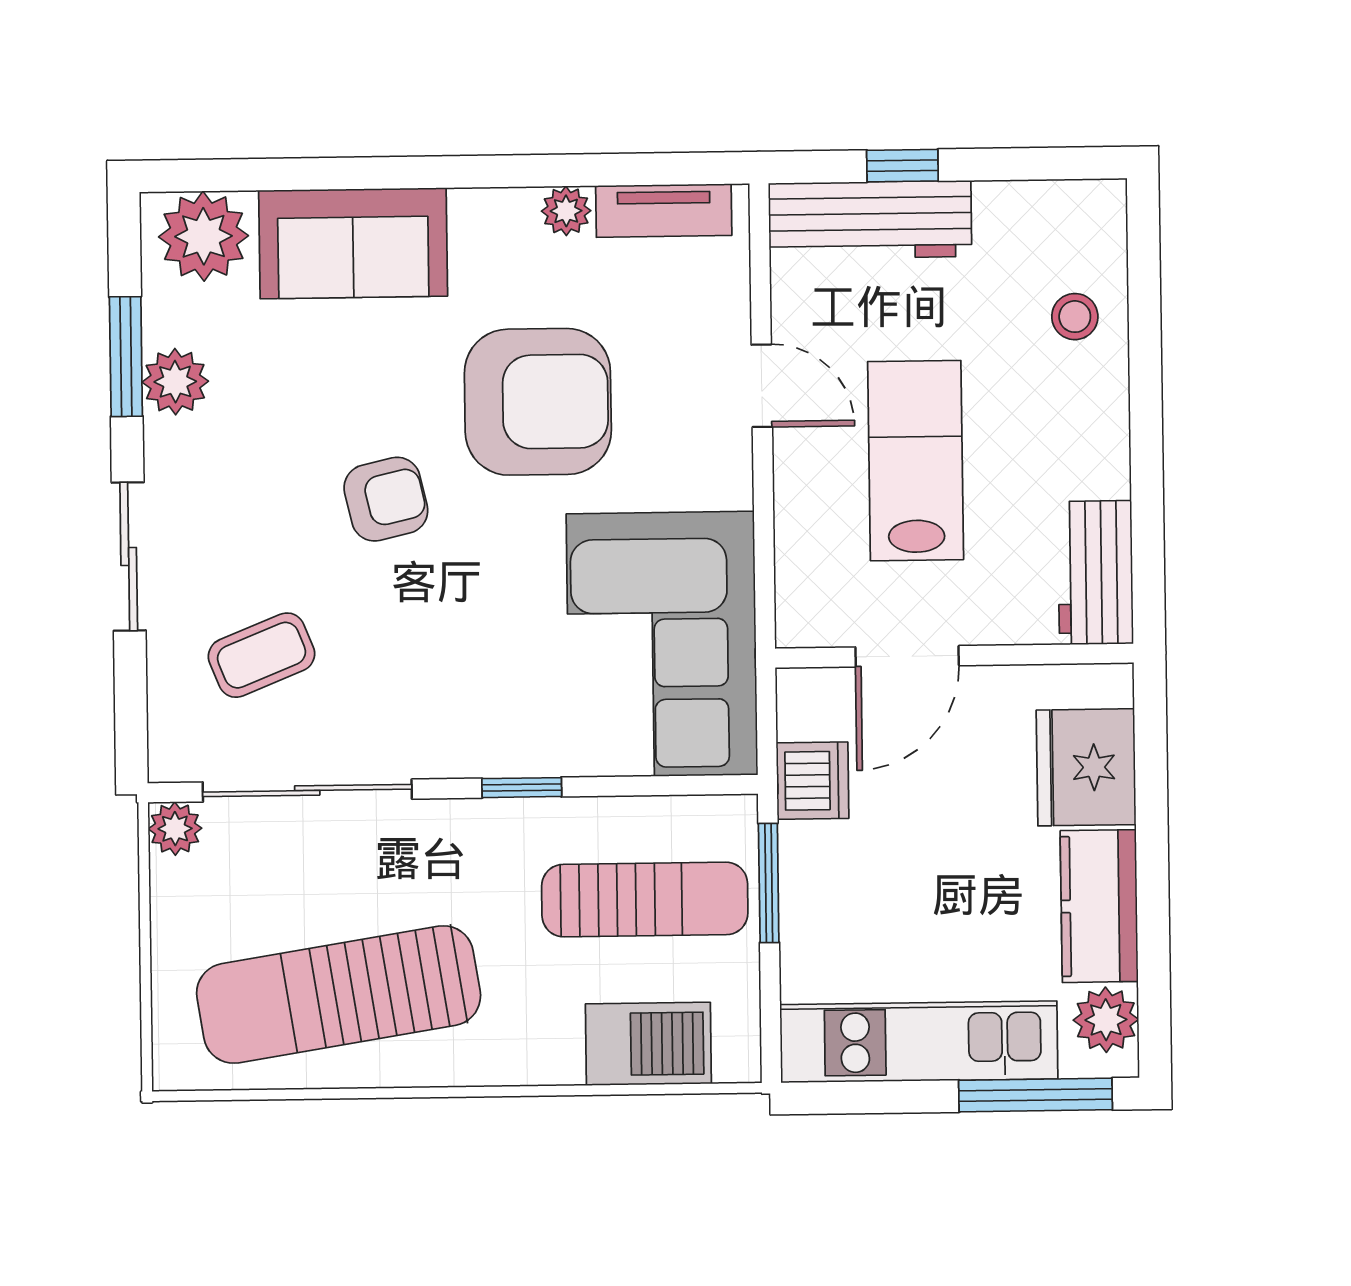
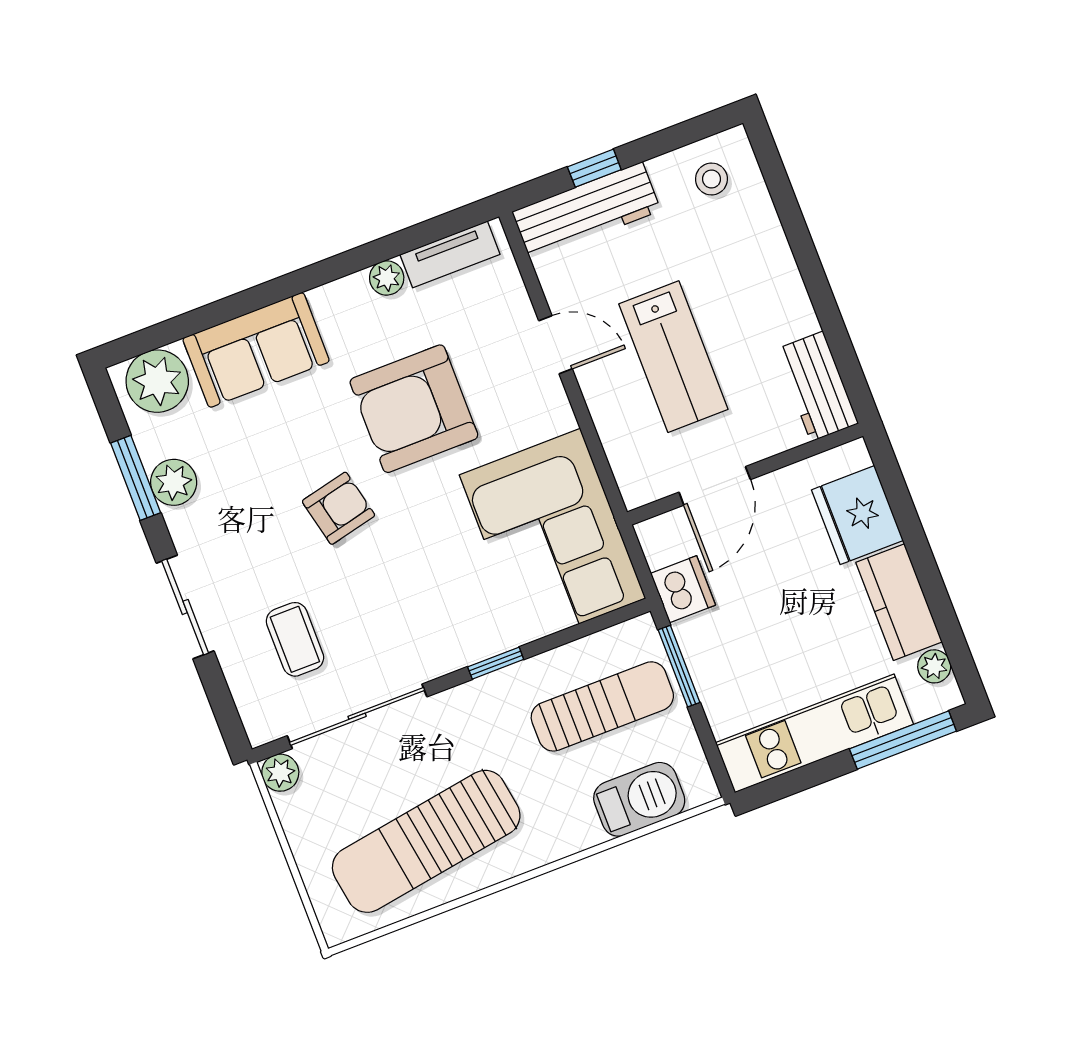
stool: (1075, 317) -> (711, 179), moved
armchair: (538, 402) -> (414, 409), turned 180
lab bench: (916, 461) -> (673, 357), turned 180
coffee table: (262, 655) -> (295, 639), turned -68
plant: (1106, 1020) -> (934, 666), width x0.73, depth x0.73

